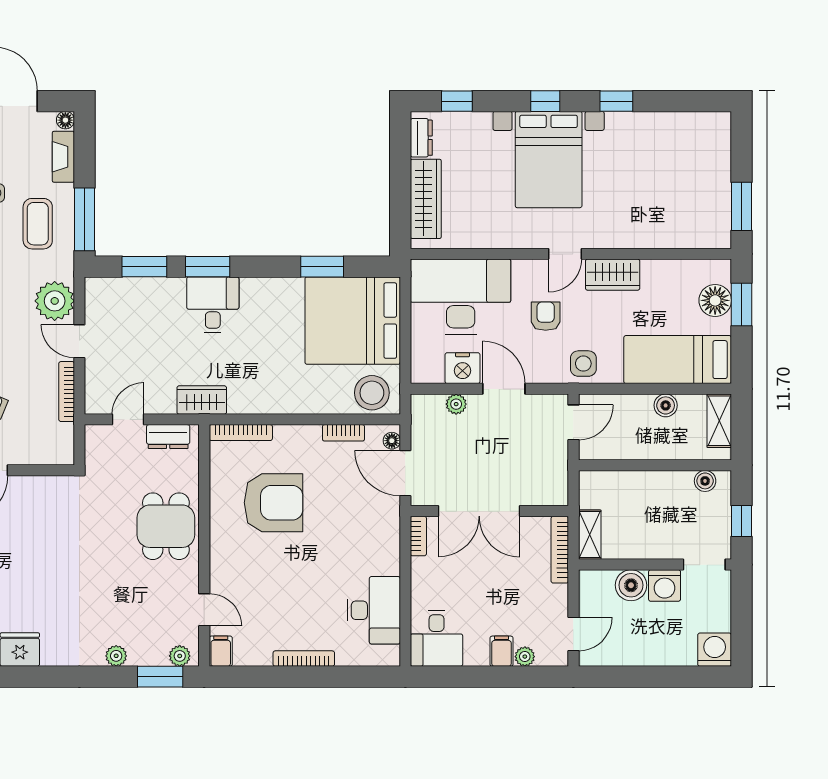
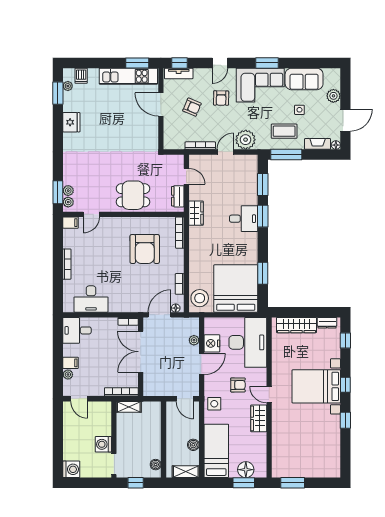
boiler: (631, 585) -> (103, 428), removed
plant: (116, 656) -> (68, 191), moved

